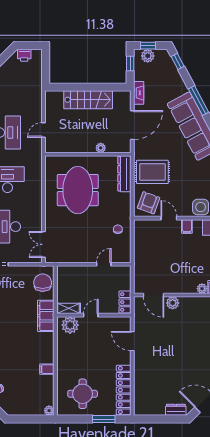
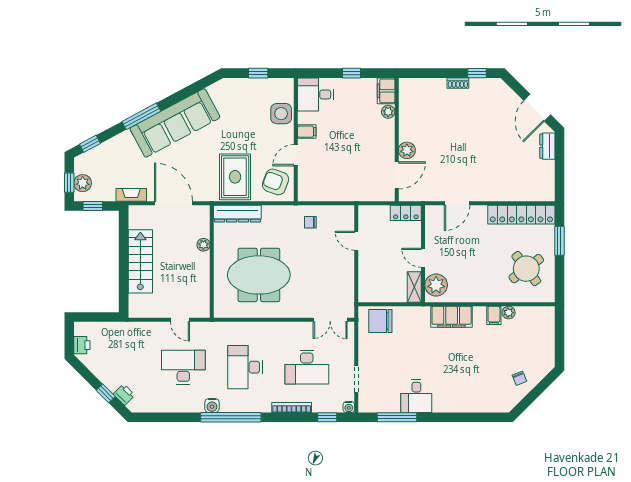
filing cabinet: (46, 316) -> (452, 317), moved
round table: (83, 394) -> (526, 269), turned -37
plant: (49, 411) -> (509, 313), moved

